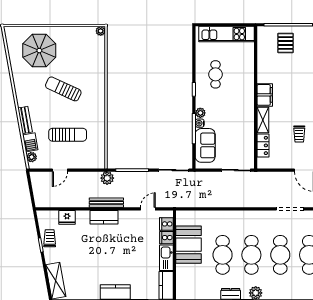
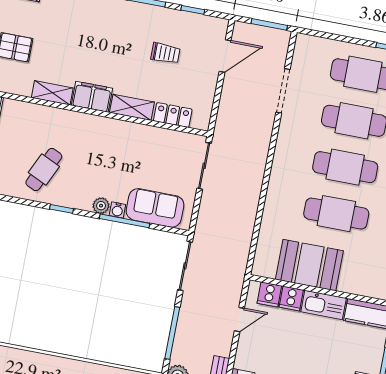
shelving: (262, 71) -> (52, 93), added
cafe table: (216, 74) -> (44, 169), turned -65
door: (148, 209) -> (239, 320), swing flipped

